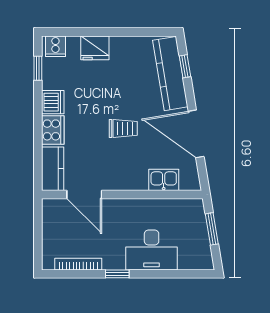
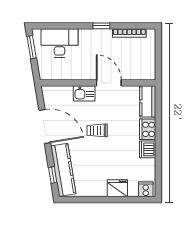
window: (38, 68) -> (158, 174), removed
kitchen sink: (164, 180) -> (84, 93), moved
door: (84, 195) -> (109, 83), moved
window: (212, 229) -> (32, 47), moved
desk: (152, 250) -> (59, 43), moved

